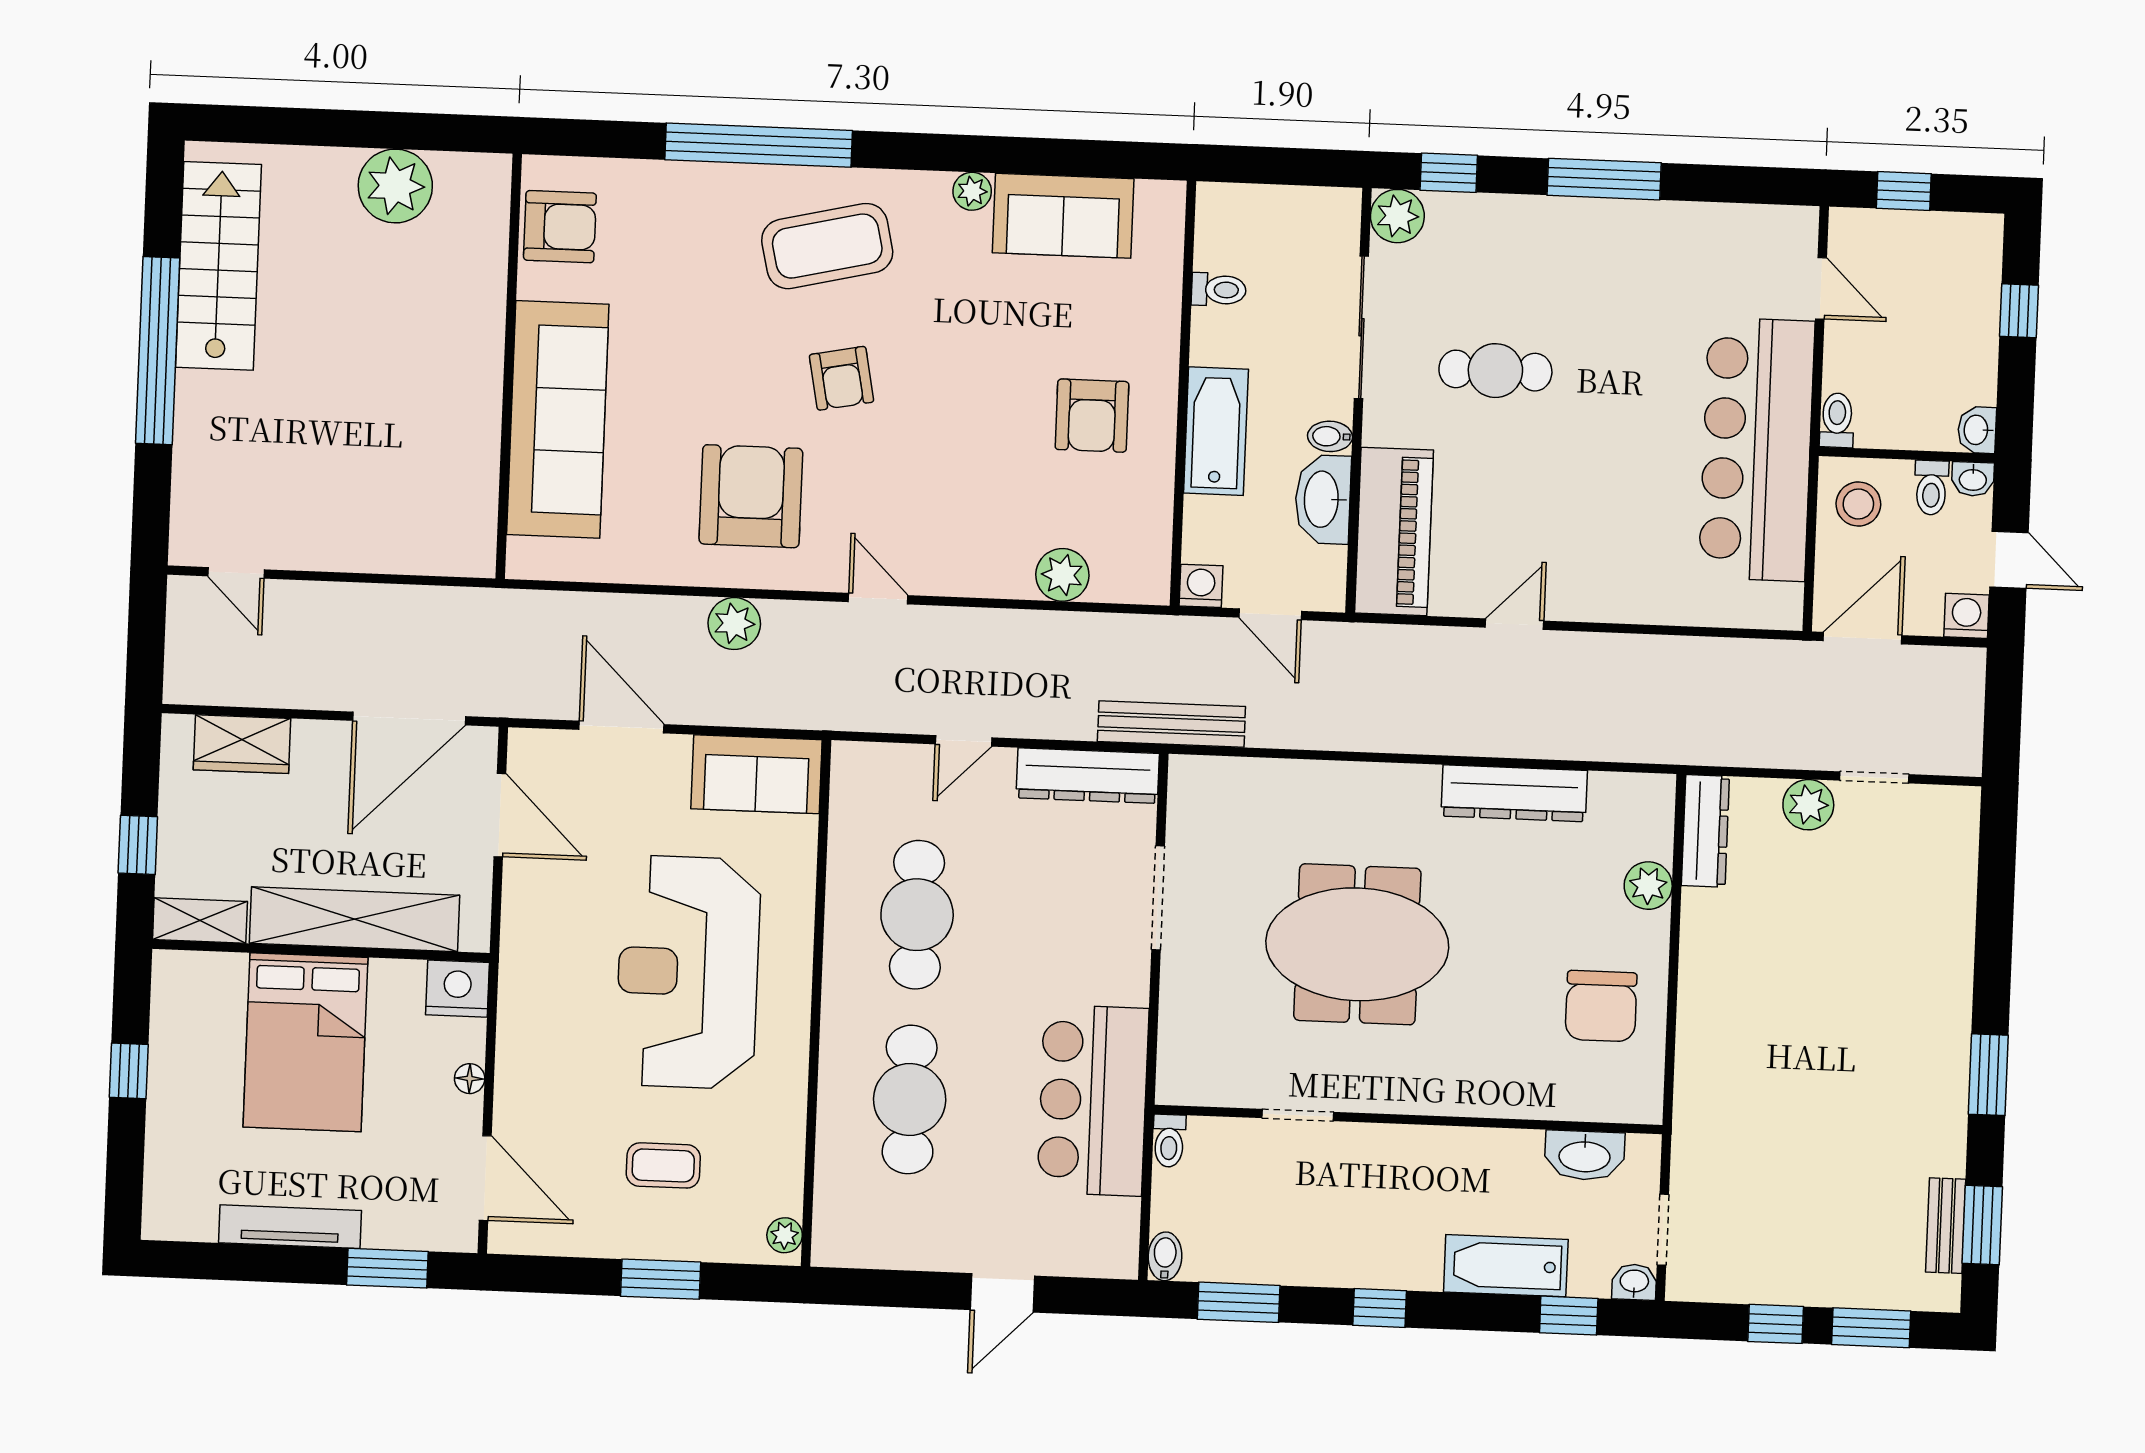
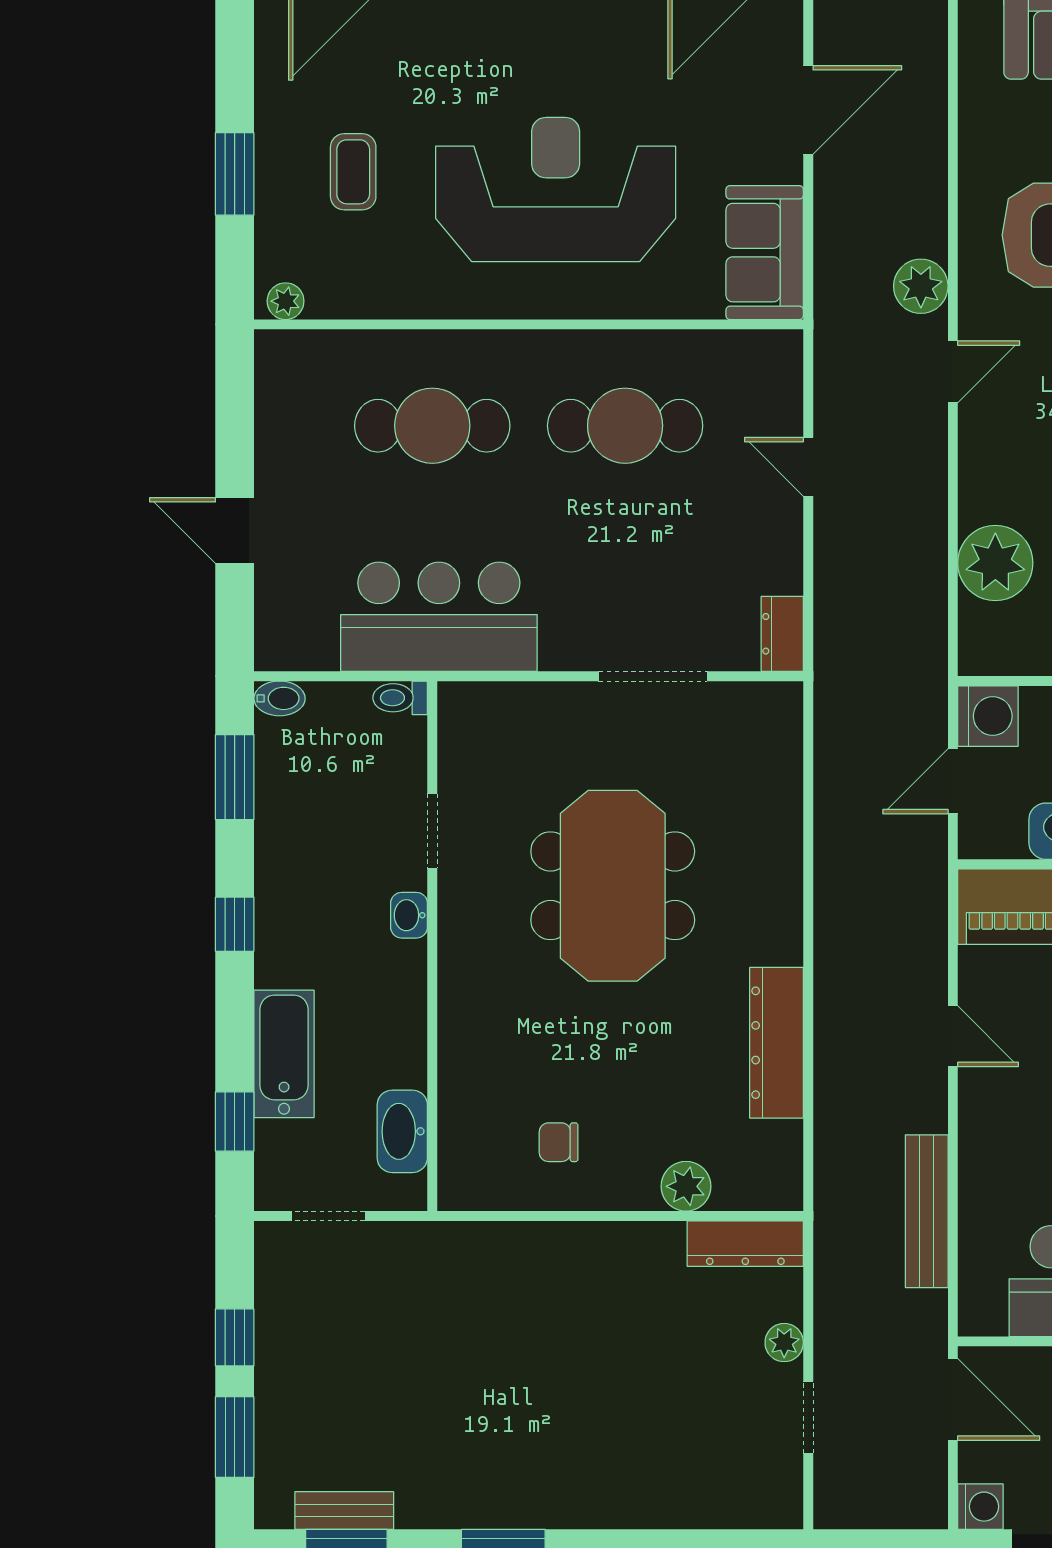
plant: (1062, 575) -> (995, 563), width x1.36, depth x1.36
washing machine: (1201, 586) -> (988, 716), width x1.38, depth x1.38
plant: (734, 624) -> (921, 286), moved
bench: (1171, 724) -> (927, 1211), moved
dresser: (1088, 776) -> (782, 634), width x0.51, depth x0.80
plant: (1808, 805) -> (784, 1343), width x0.73, depth x0.73
chair: (1601, 1006) -> (559, 1142), width x0.54, depth x0.54
washbasin: (1634, 1282) -> (409, 915), moved, turned 180

